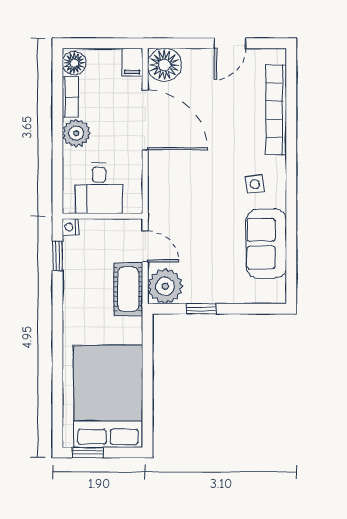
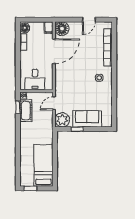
door: (145, 120) -> (54, 51), hinge flipped
plant: (76, 133) -> (26, 57), removed
sofa: (266, 244) -> (87, 119), moved, turned 90
door: (145, 246) -> (54, 103), swing flipped
cot: (128, 289) -> (26, 111), moved
bed: (108, 396) -> (43, 165), width x0.67

